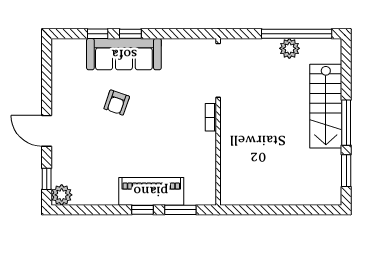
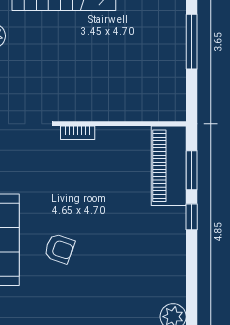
piano: (151, 191) -> (169, 166), moved
window: (285, 210) -> (192, 42), added

